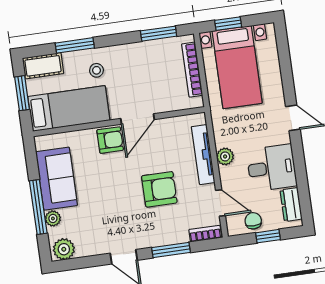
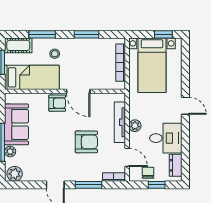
window: (228, 24) -> (163, 34), moved
window: (159, 34) -> (87, 34), moved
door: (137, 119) -> (78, 91), hinge flipped

